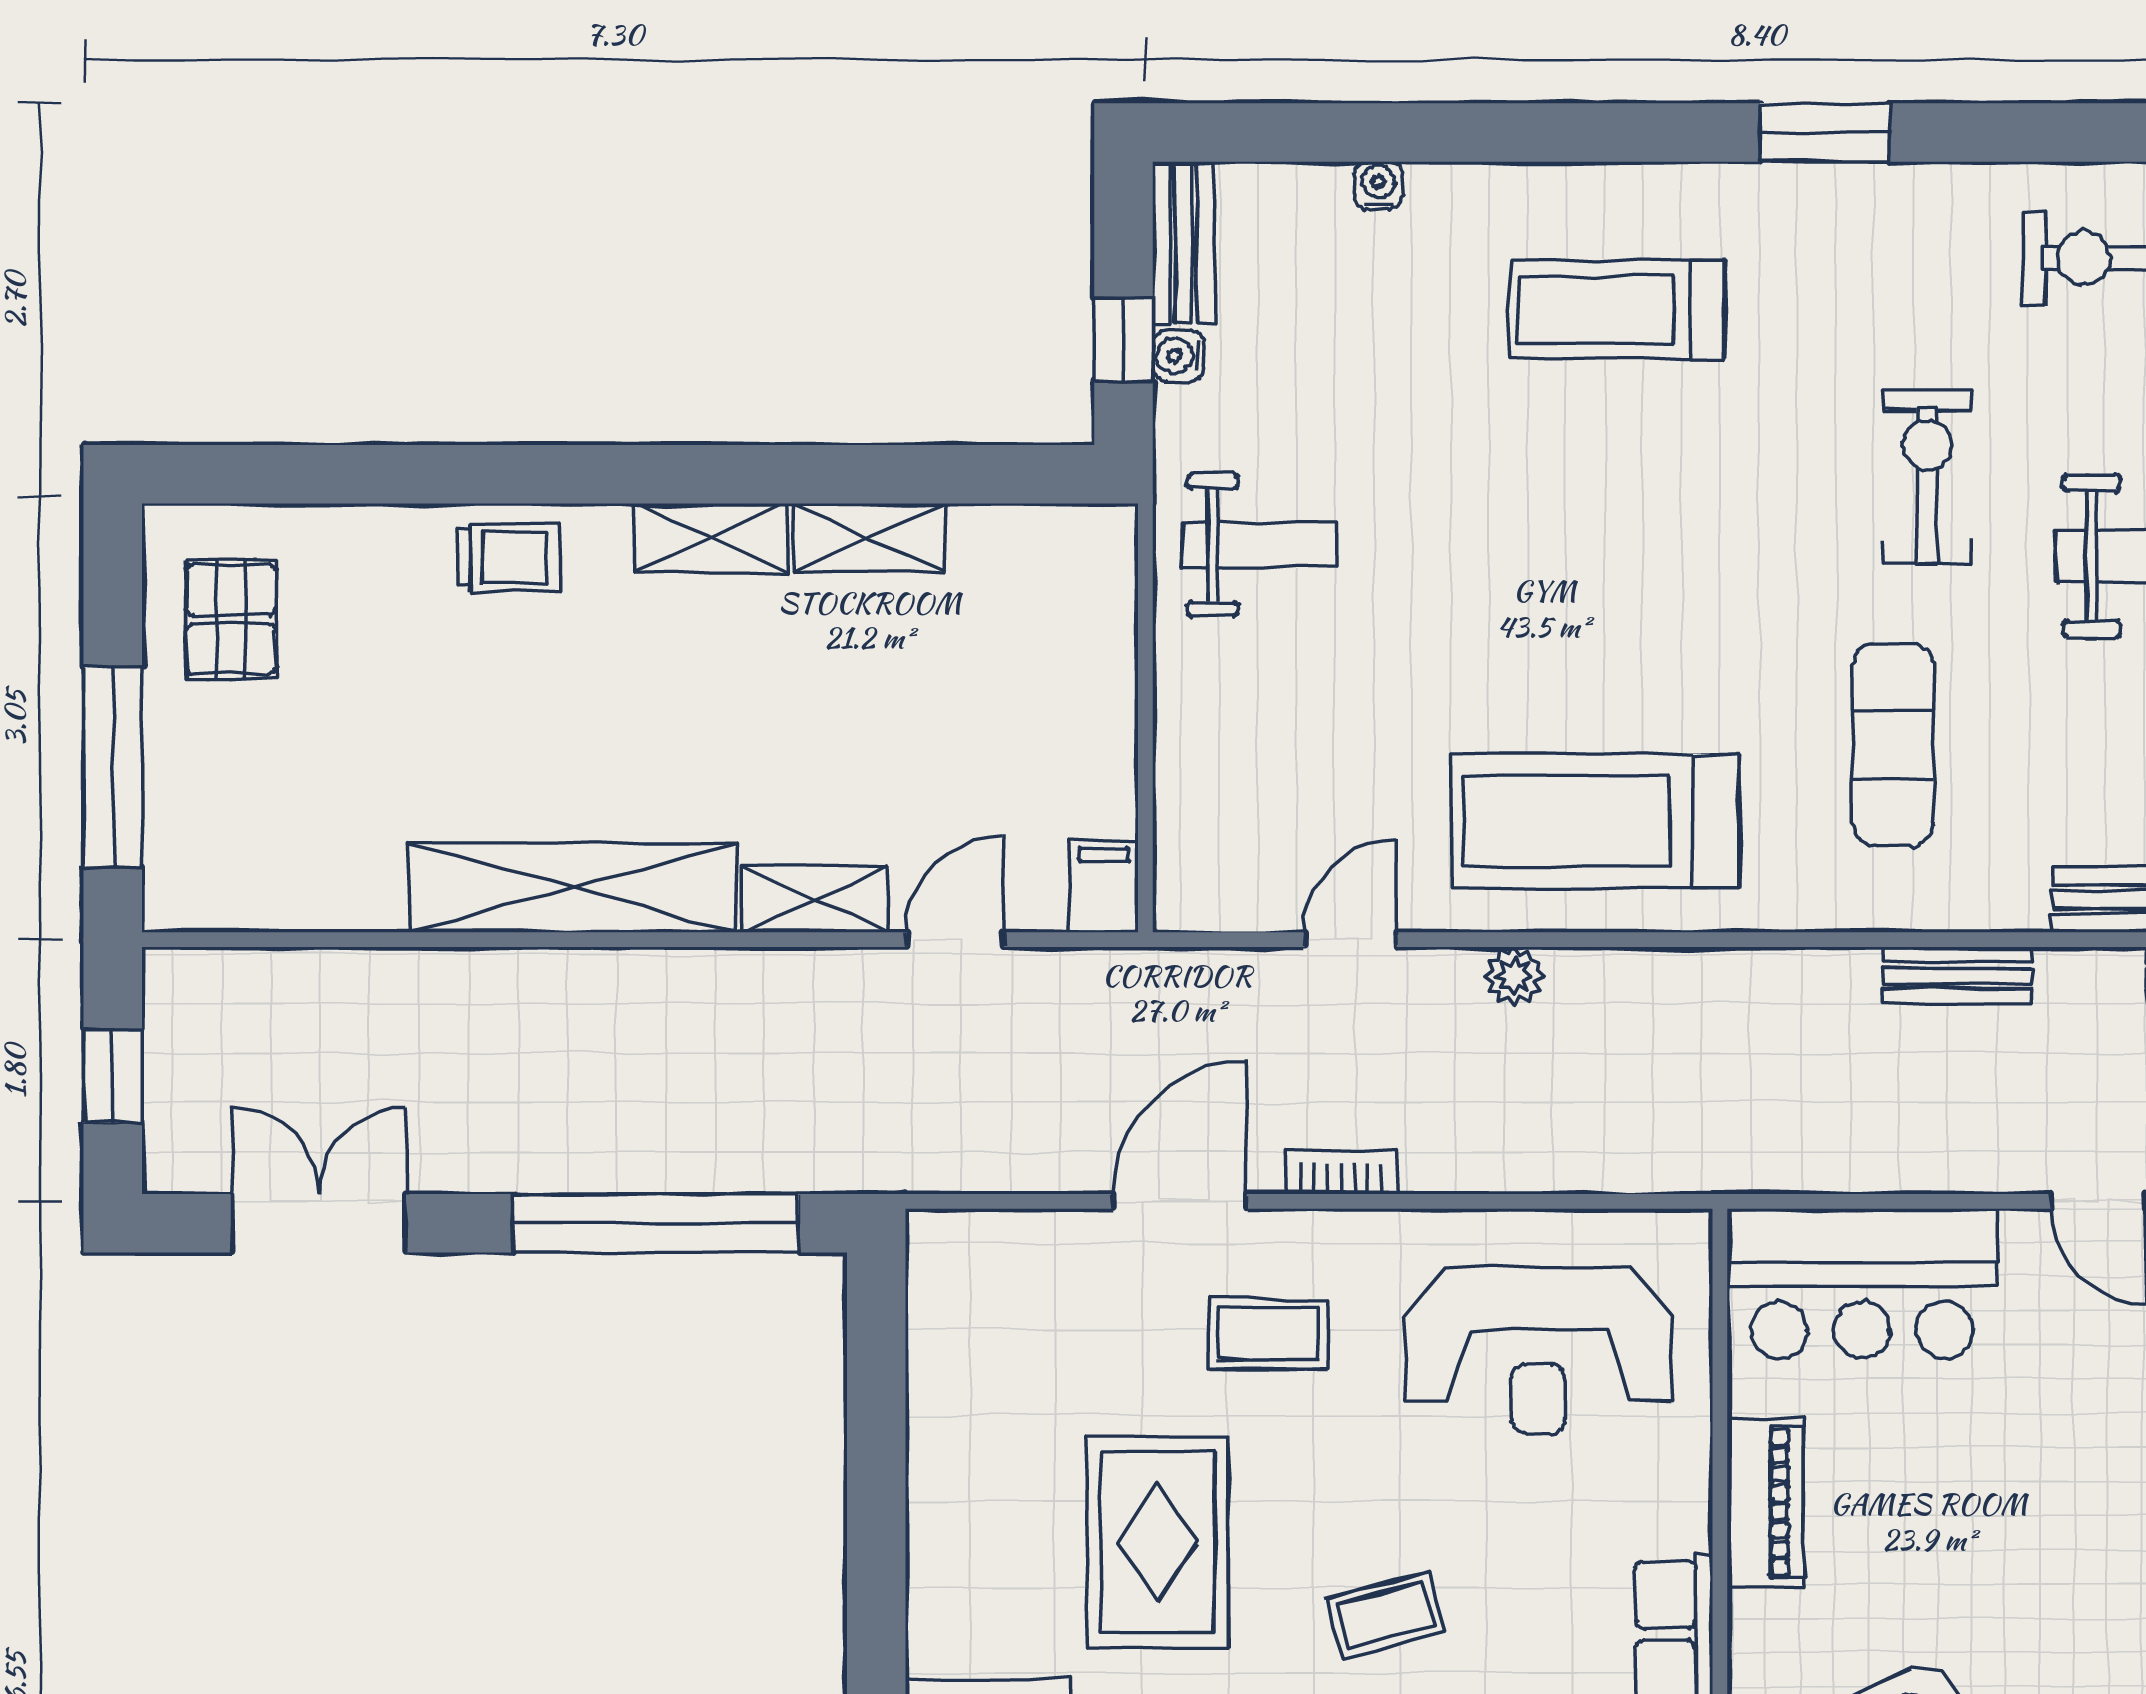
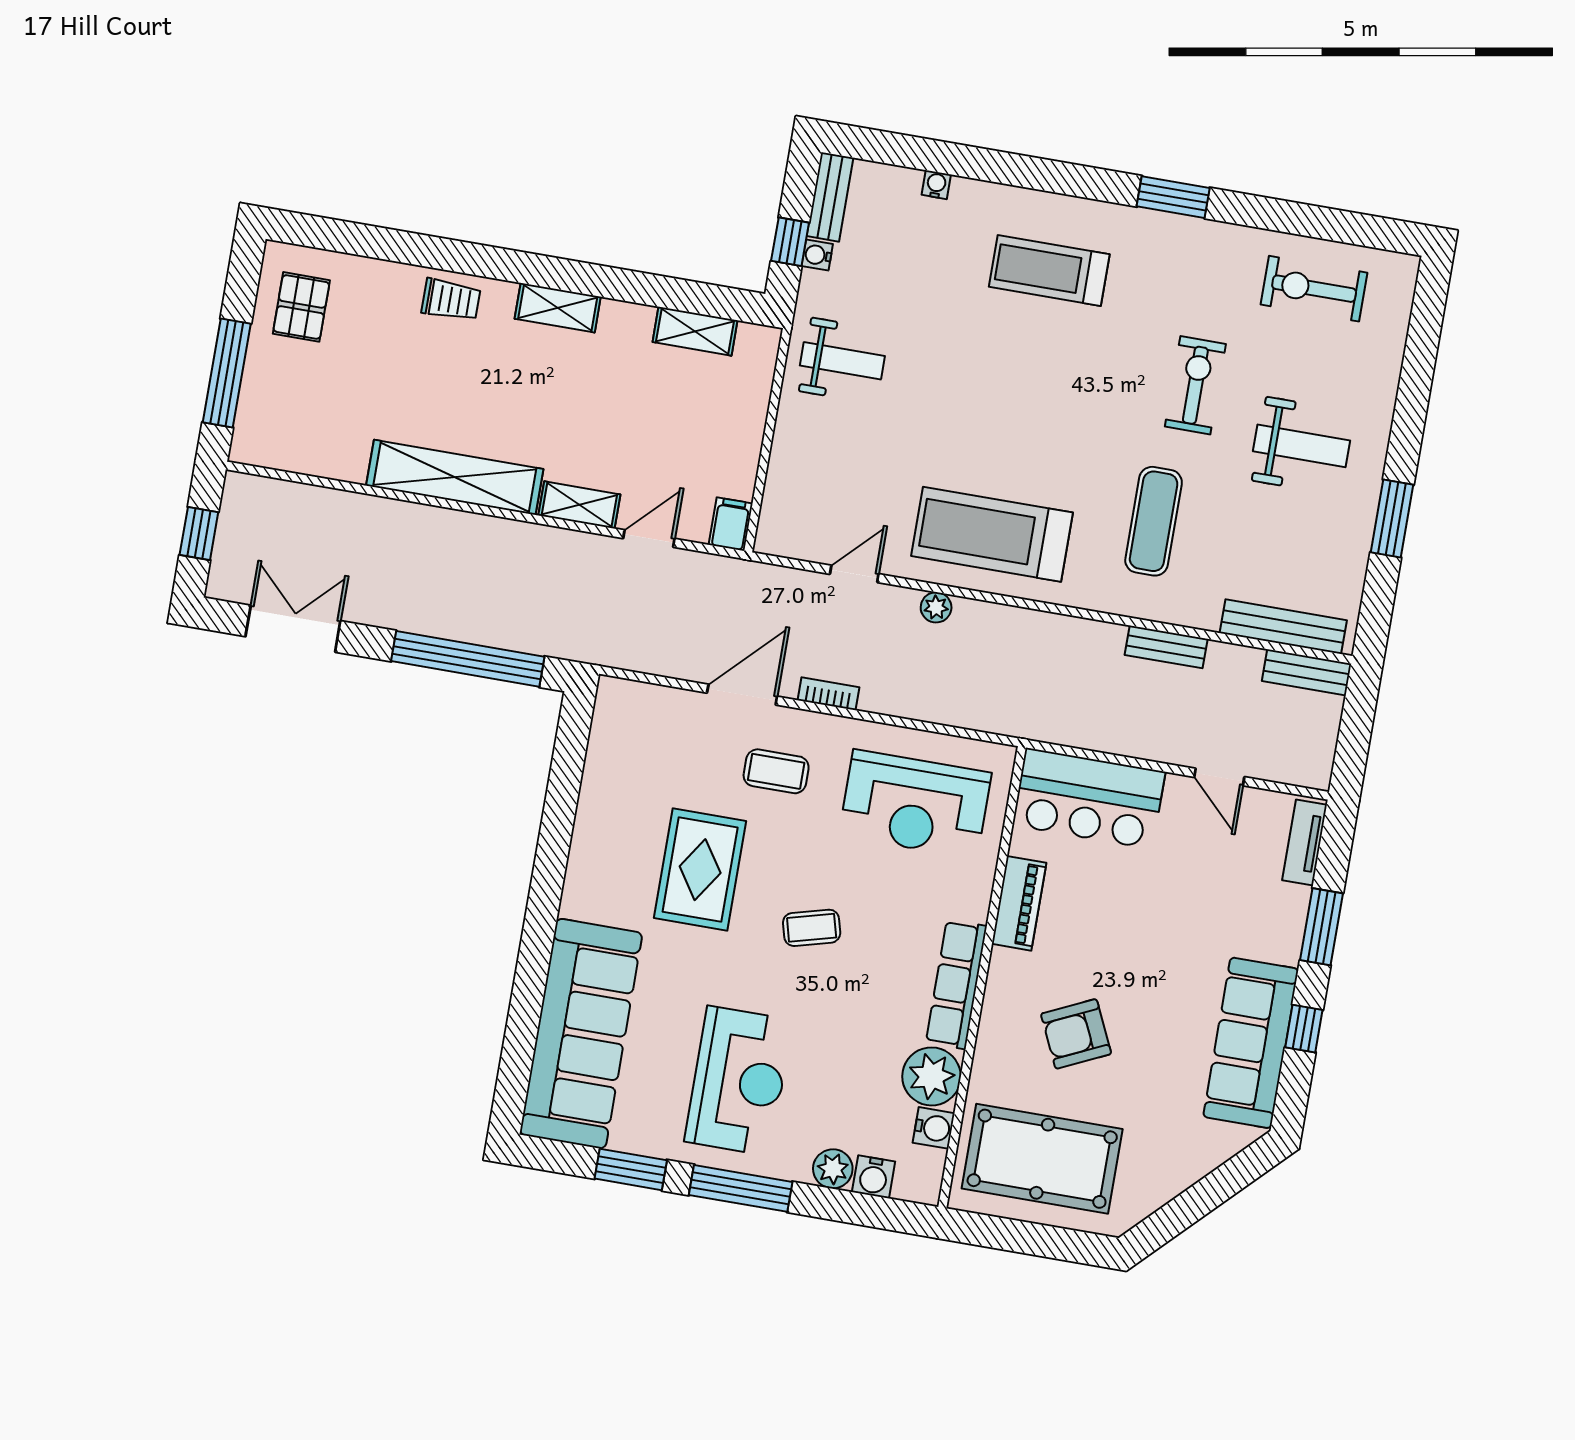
shelving: (869, 538) -> (695, 331), moved

